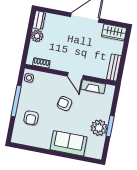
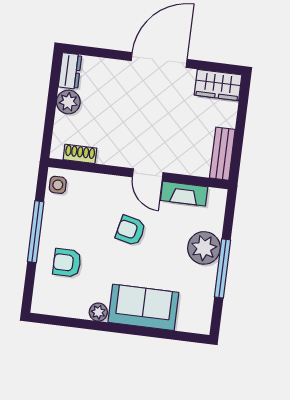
armchair: (31, 118) -> (67, 263), turned 90
window: (110, 126) -> (222, 268), width x1.44
plant: (99, 128) -> (204, 248), moved
plant: (45, 144) -> (98, 312), added

